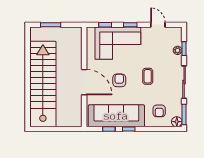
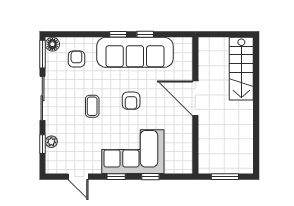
wall: (84, 77) -> (195, 105), moved
door: (84, 82) -> (195, 98), moved
stairs: (43, 84) -> (241, 69), width x0.54, depth x0.66

